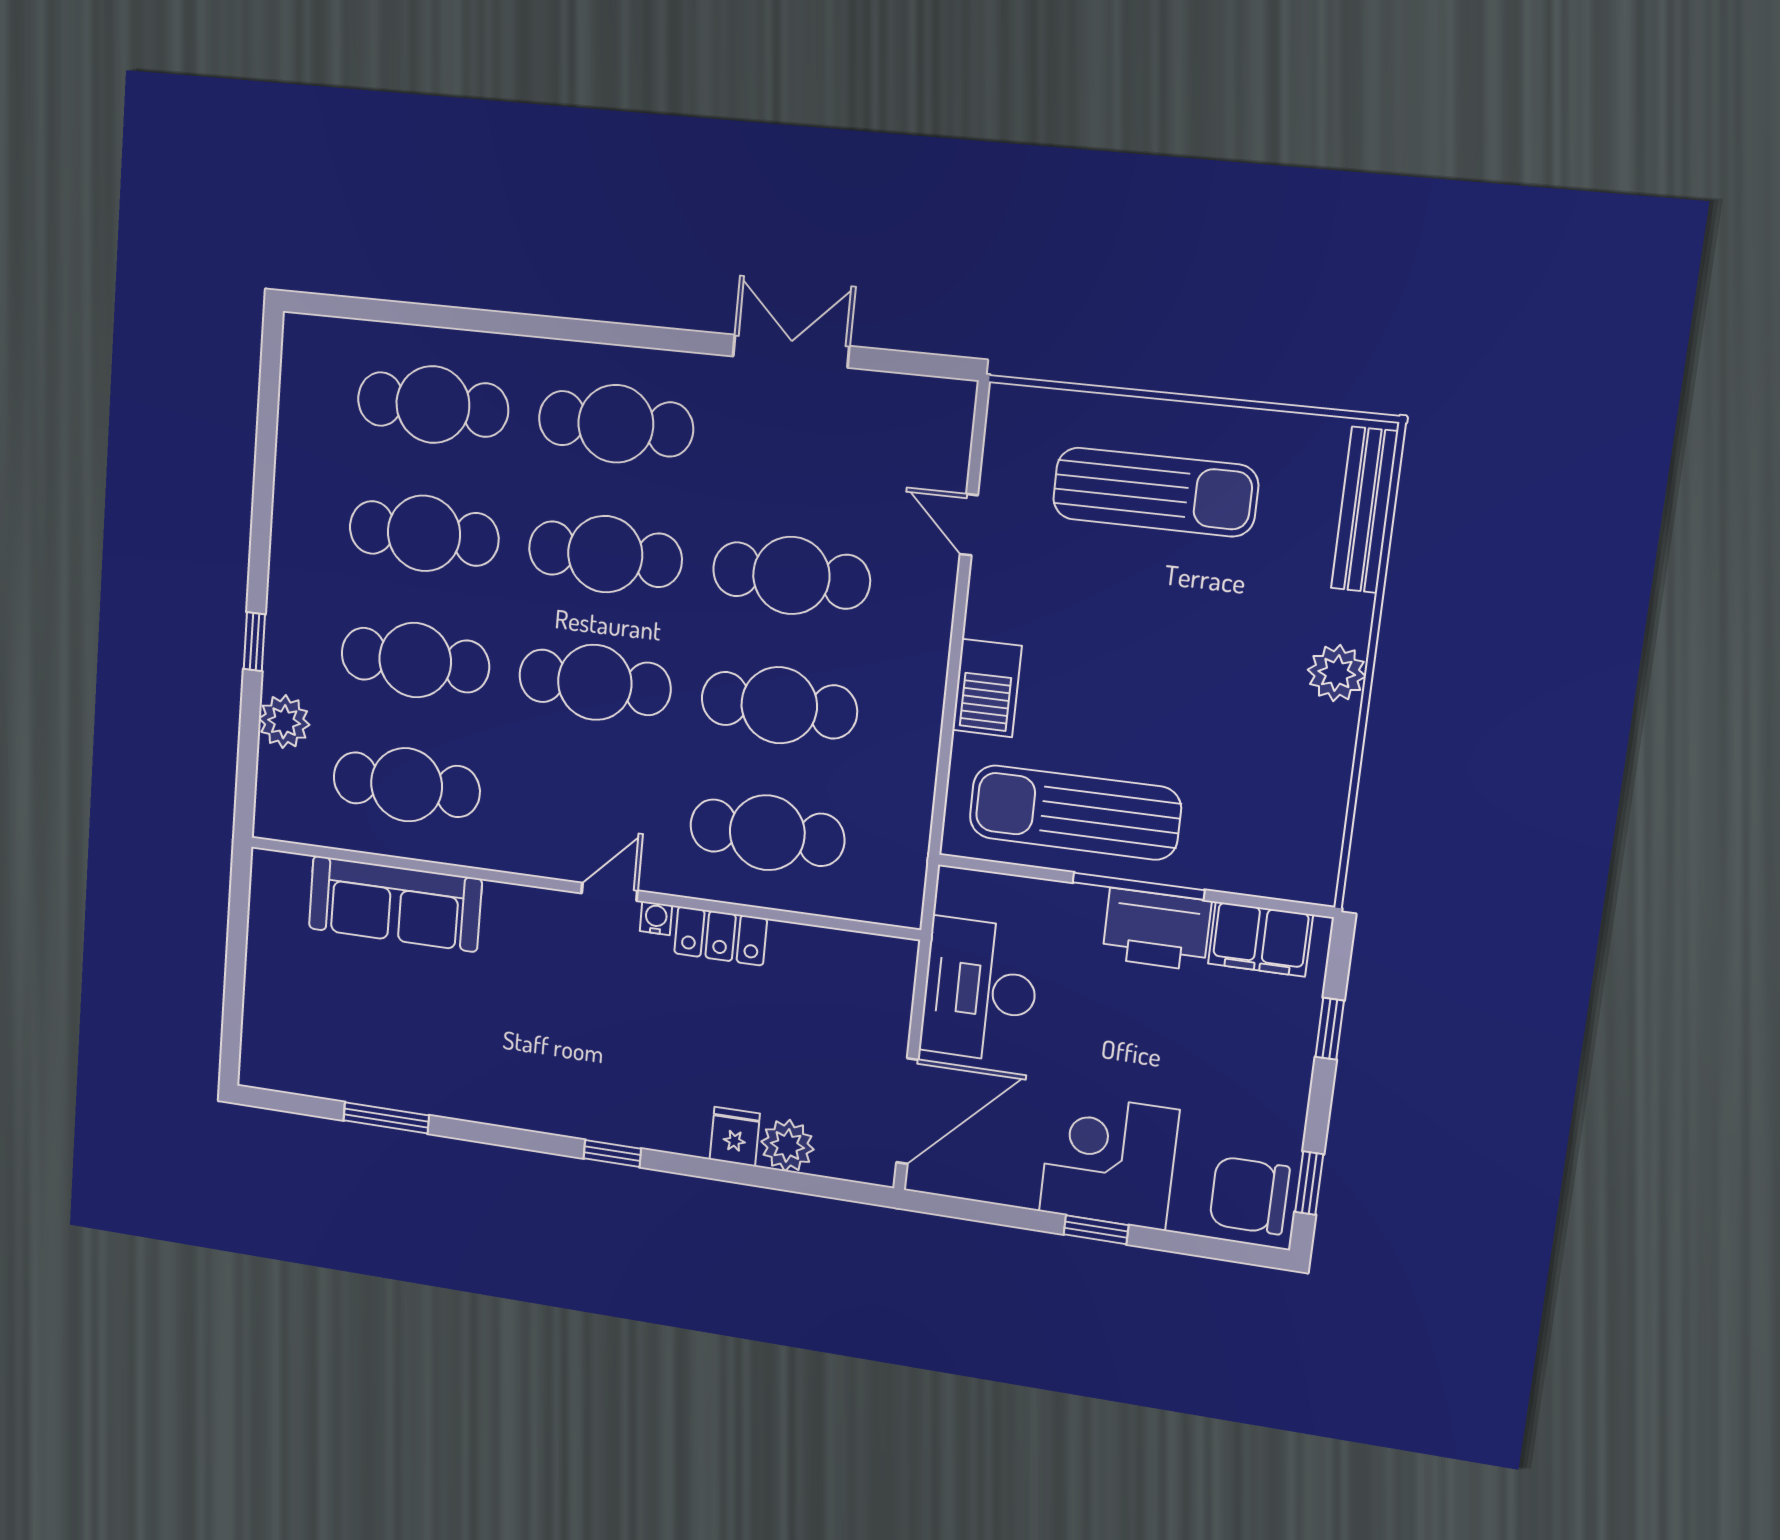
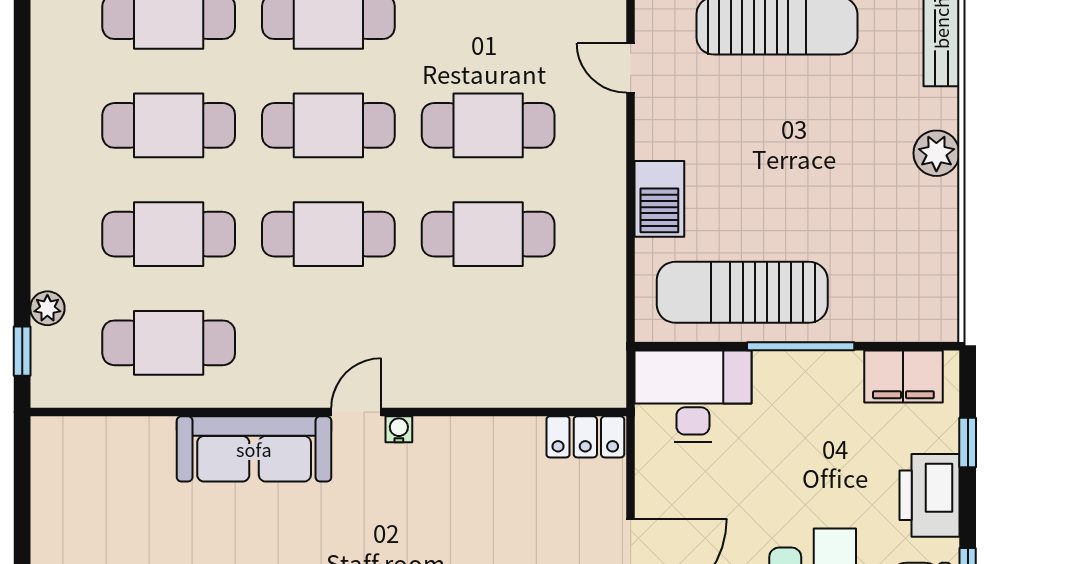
window: (254, 642) -> (22, 351), moved
plant: (284, 722) -> (47, 308), width x0.73, depth x0.73
cafe table: (767, 833) -> (488, 343), removed
sofa: (395, 904) -> (254, 449), moved
printer: (1157, 930) -> (930, 495), moved, turned 90
locker: (721, 936) -> (585, 437), moved
desk: (980, 990) -> (693, 396), moved, turned 90

